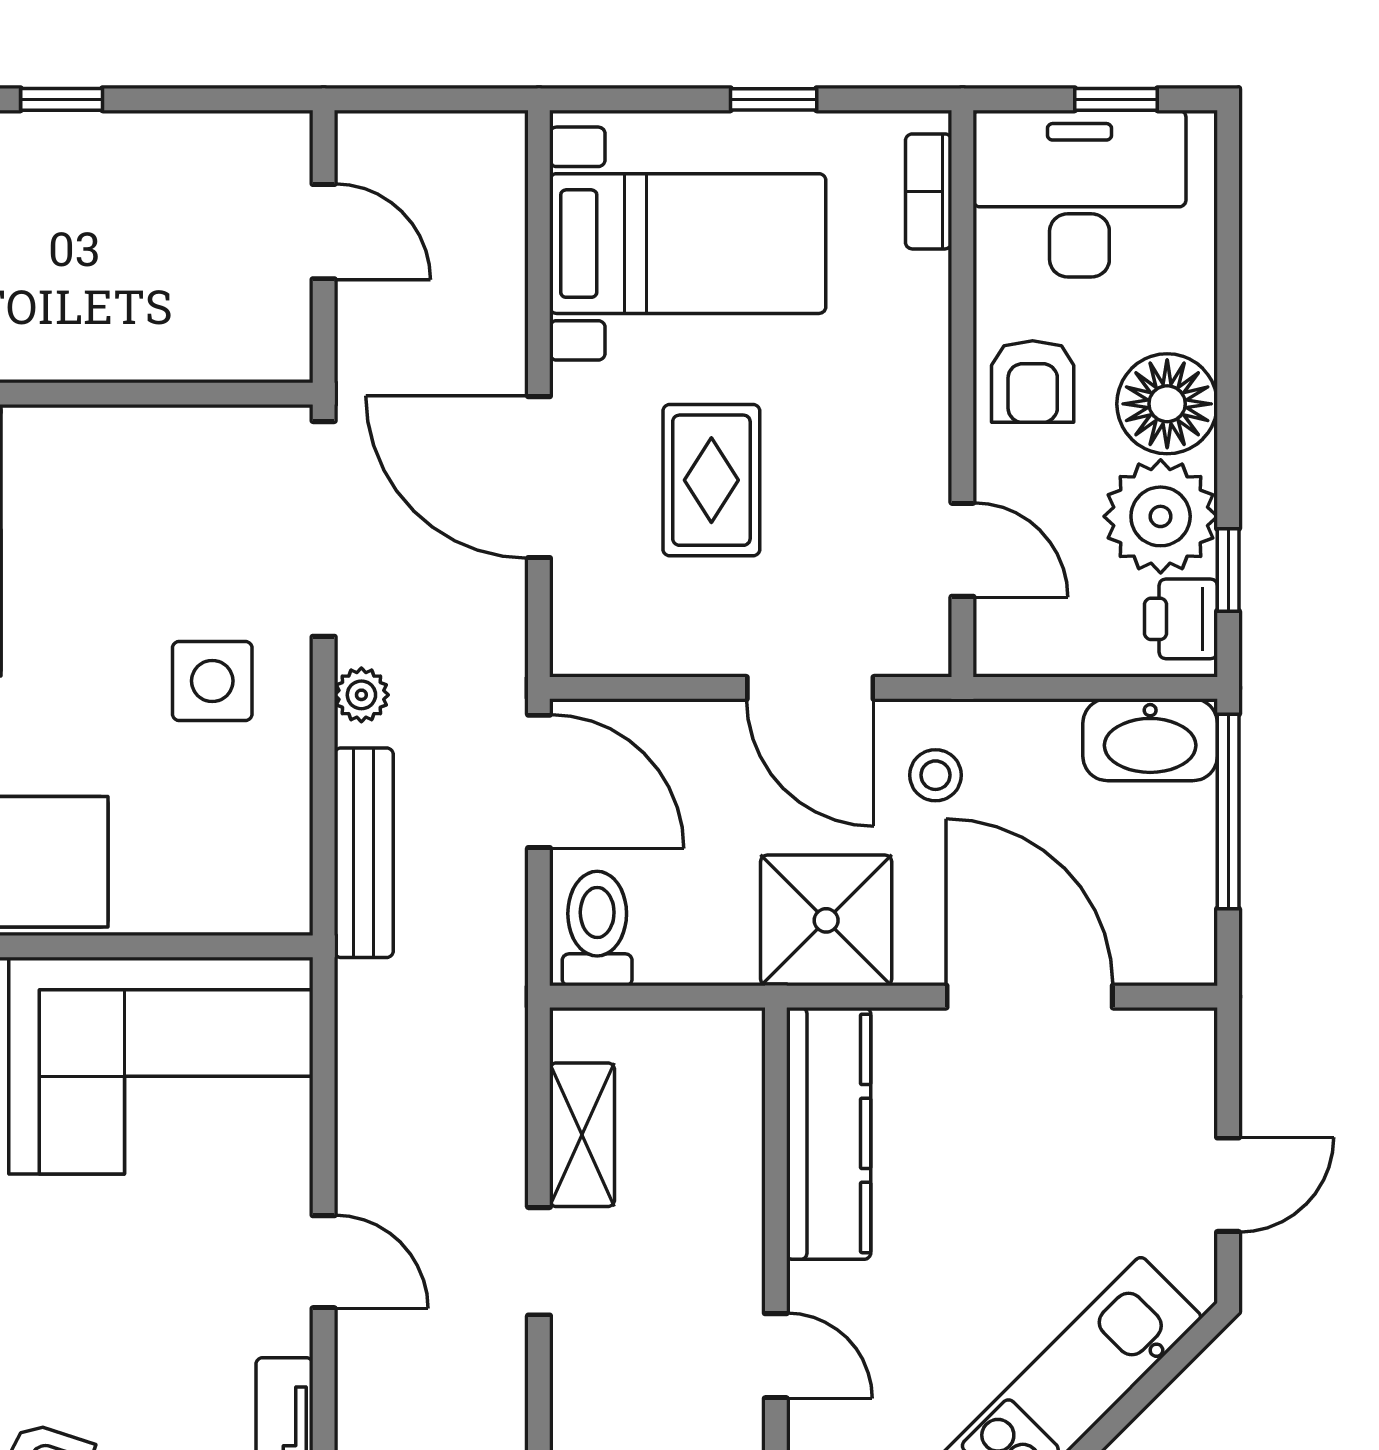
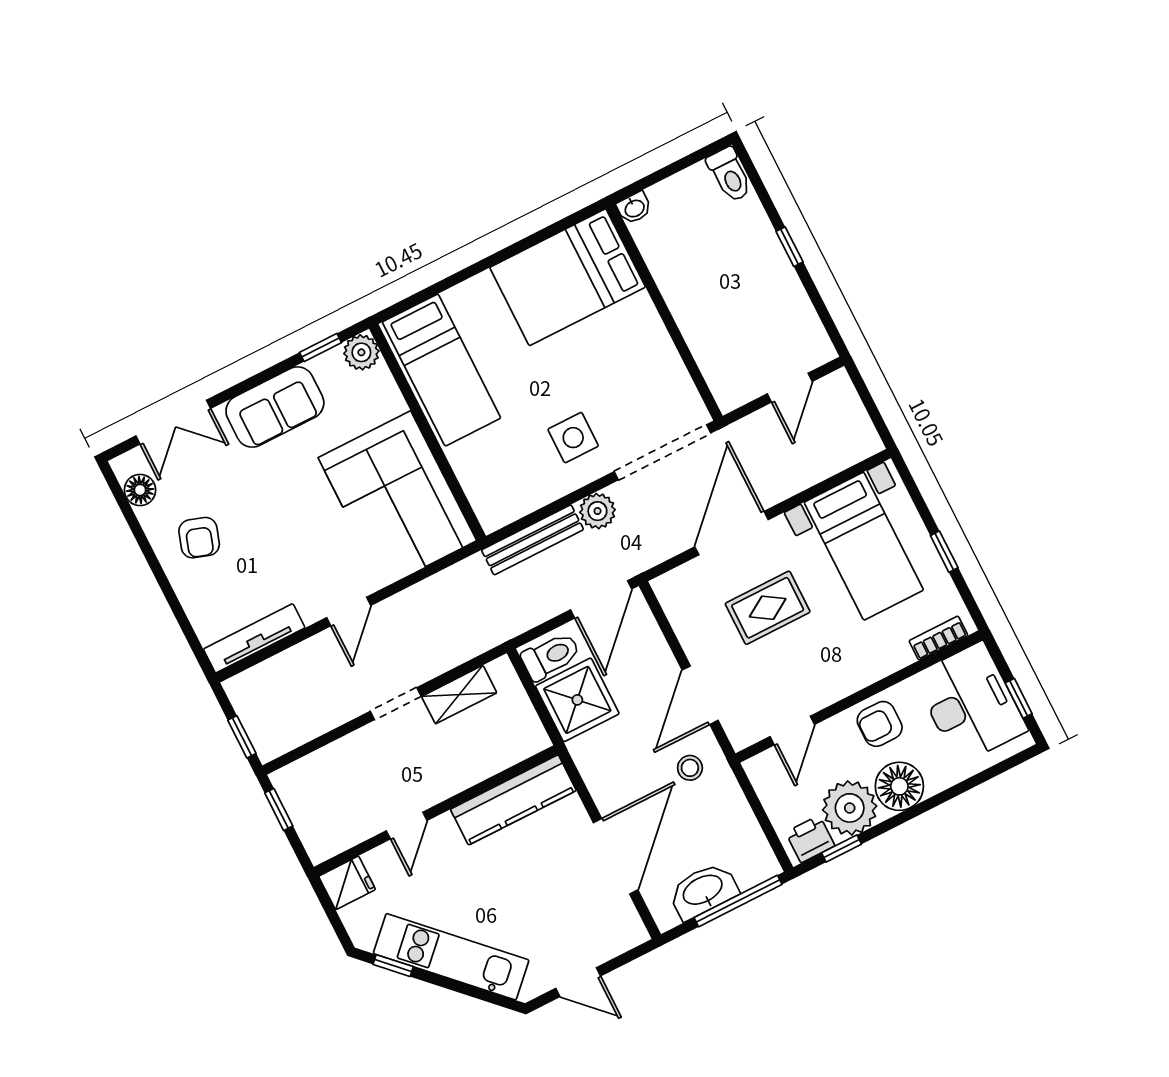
plant: (361, 695) -> (597, 511), width x1.38, depth x1.38
washbasin: (1150, 740) -> (703, 891), moved, turned 90
shower: (826, 920) -> (577, 700), moved

